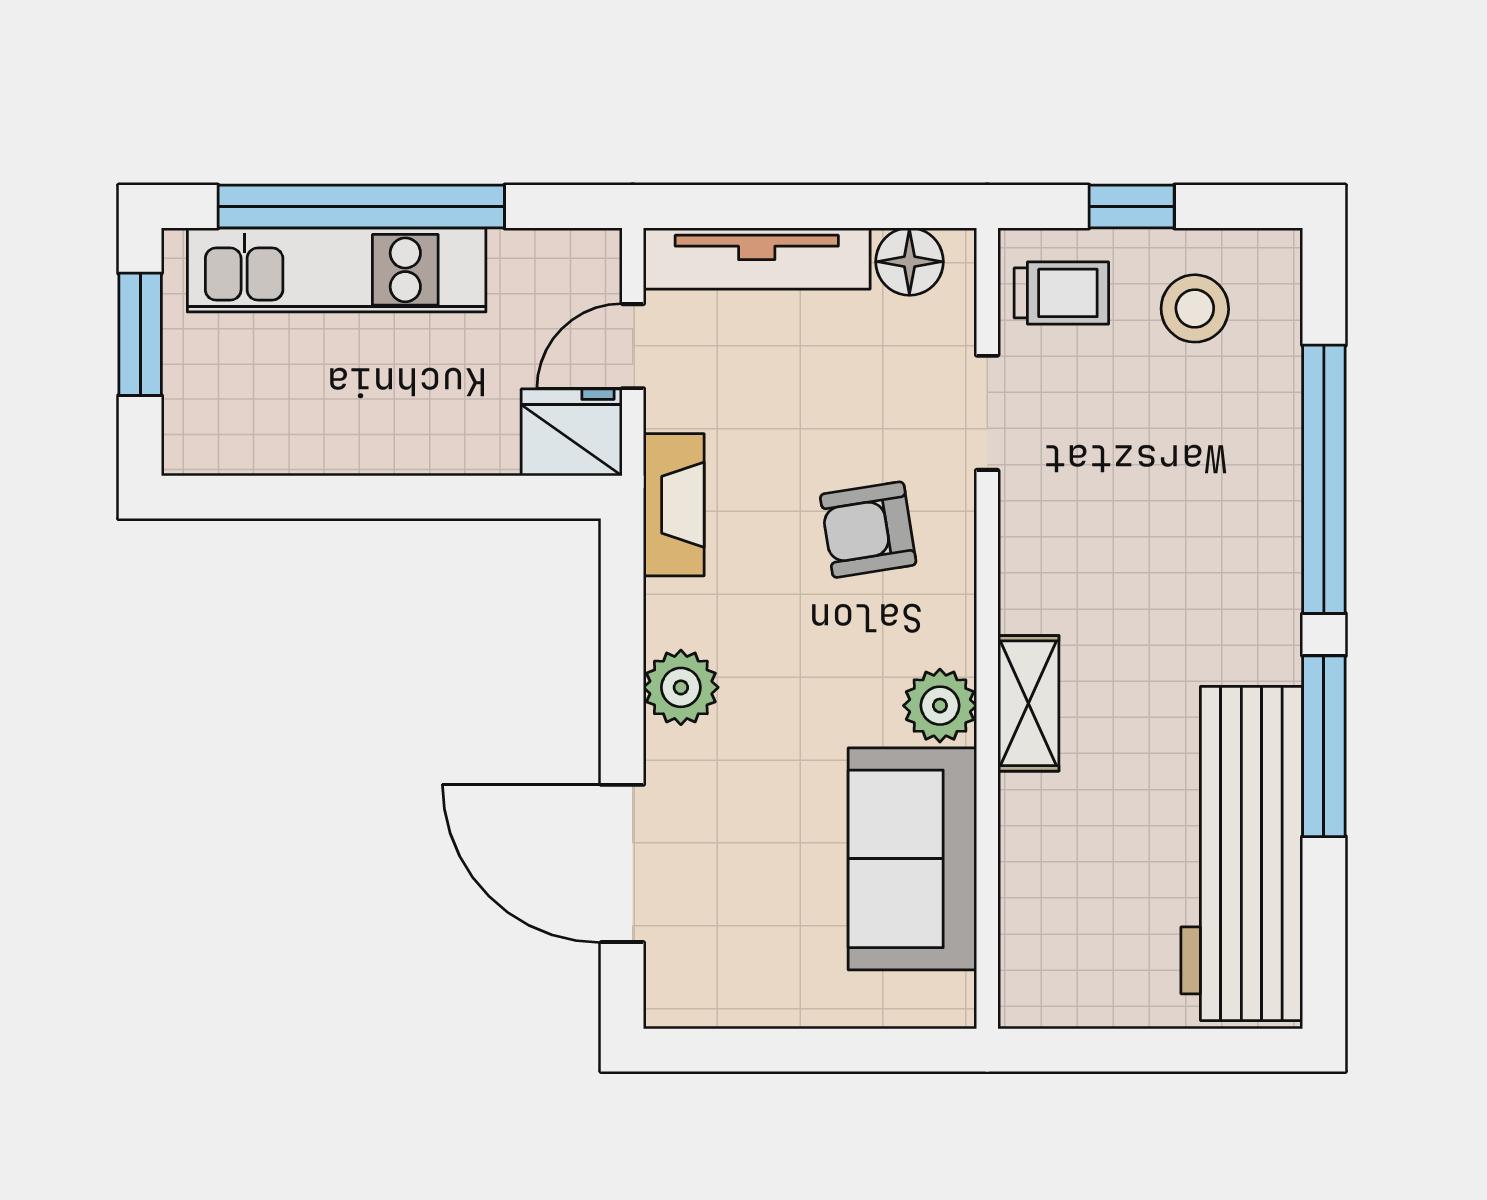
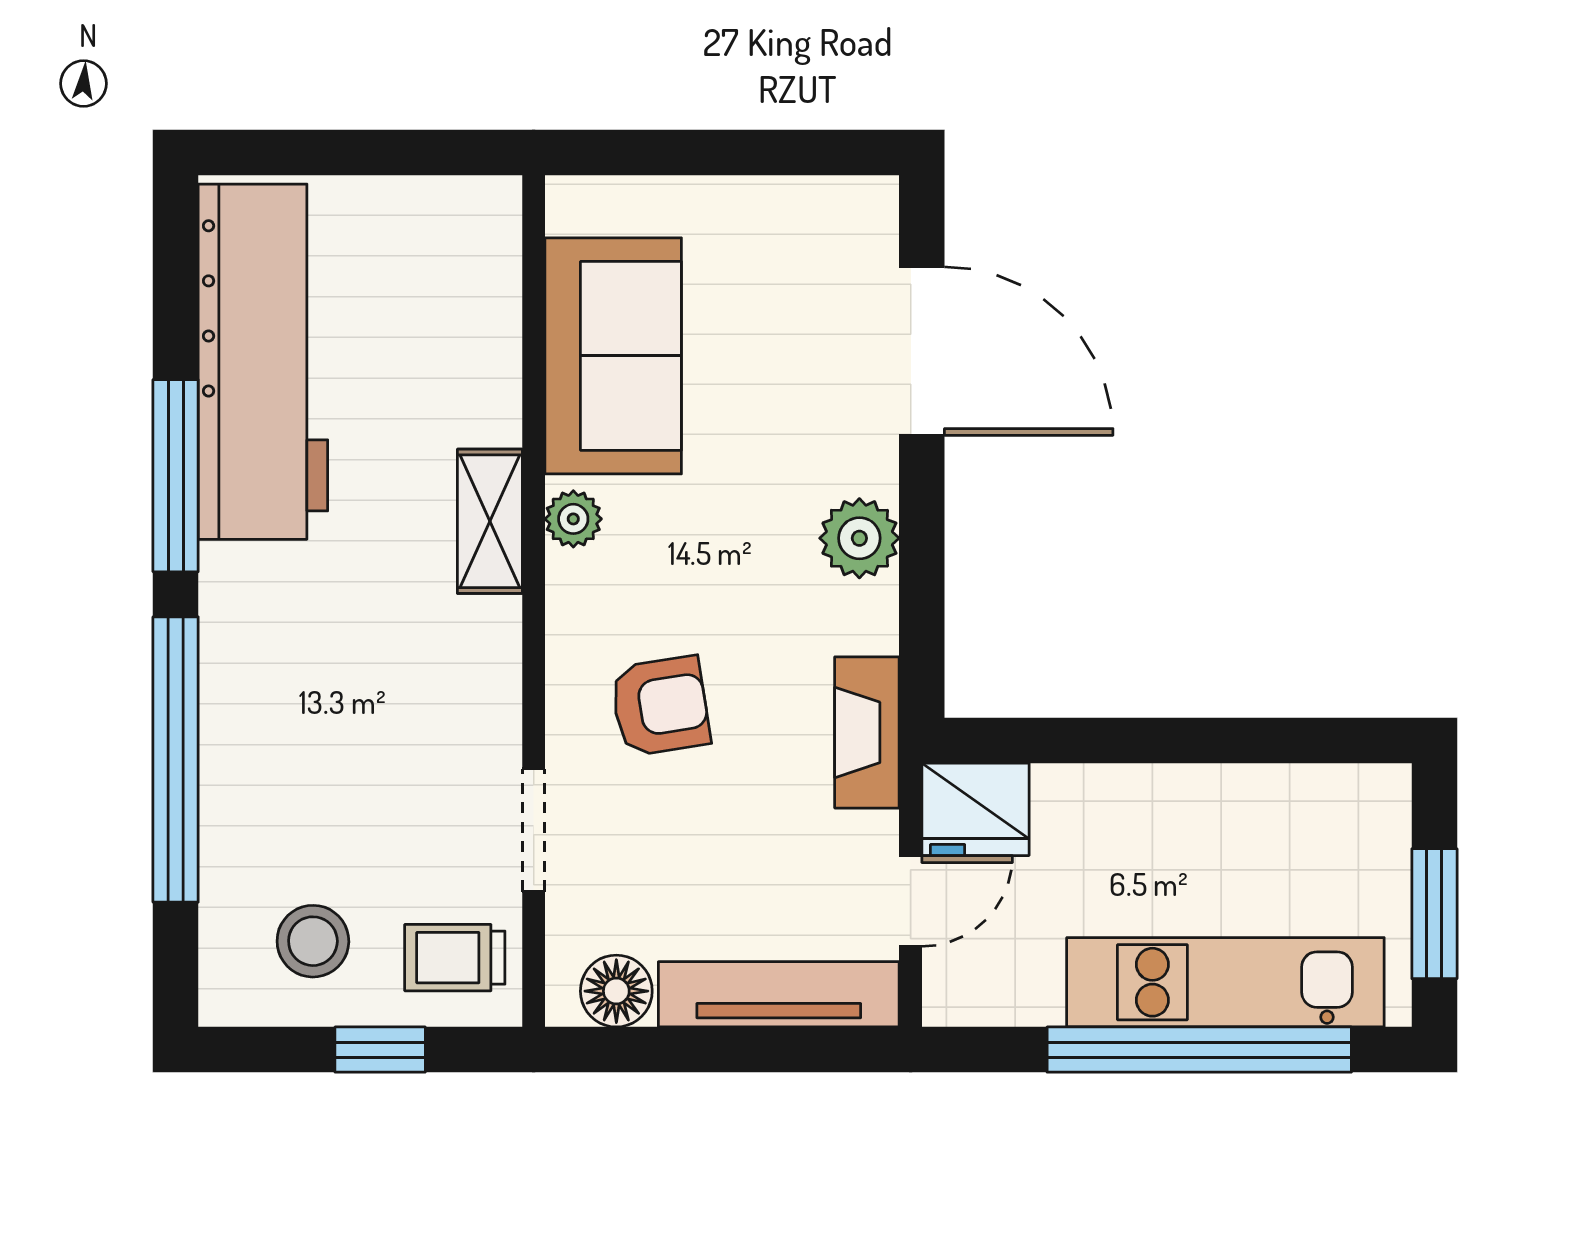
plant: (940, 706) -> (573, 519), width x0.73, depth x0.73

